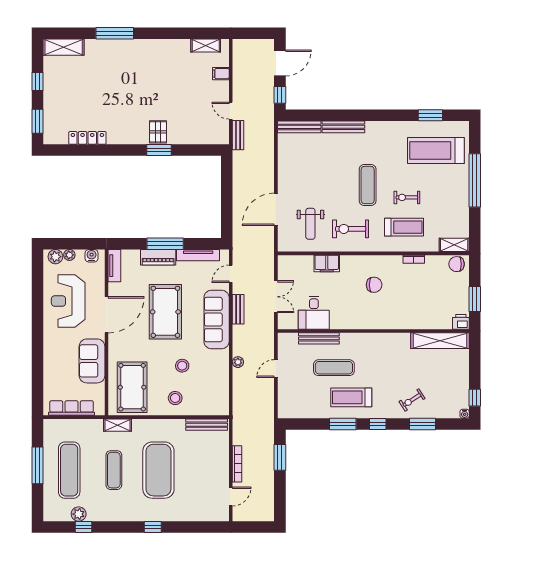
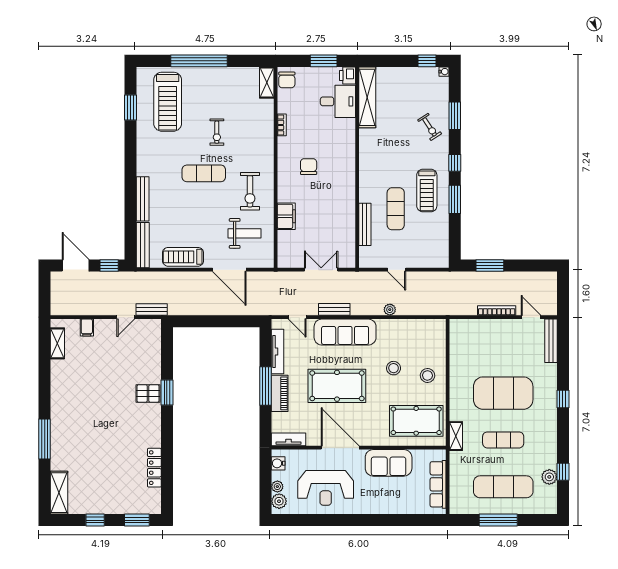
treadmill: (404, 227) -> (183, 257), moved, turned -90
desk: (314, 313) -> (338, 101), moved
bench: (207, 425) -> (551, 341), moved

